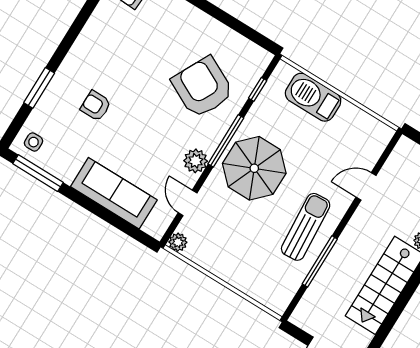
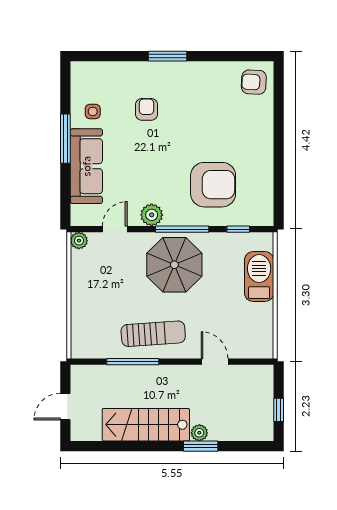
armchair: (203, 87) -> (213, 185), turned 63
window: (39, 88) -> (167, 56), moved
side table: (33, 142) -> (93, 111), moved
window: (38, 173) -> (65, 139), moved

